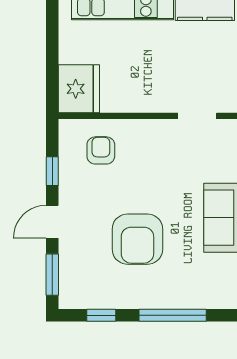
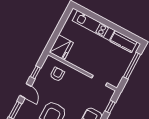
door: (52, 222) -> (26, 91), swing flipped

